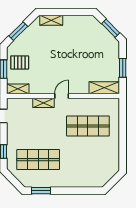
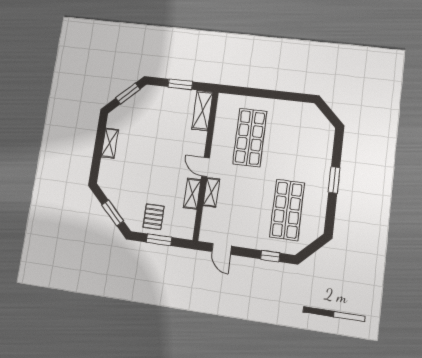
shelving: (51, 20) -> (110, 143), moved
shelving: (18, 89) -> (192, 194), moved
window: (41, 191) -> (334, 180), moved

